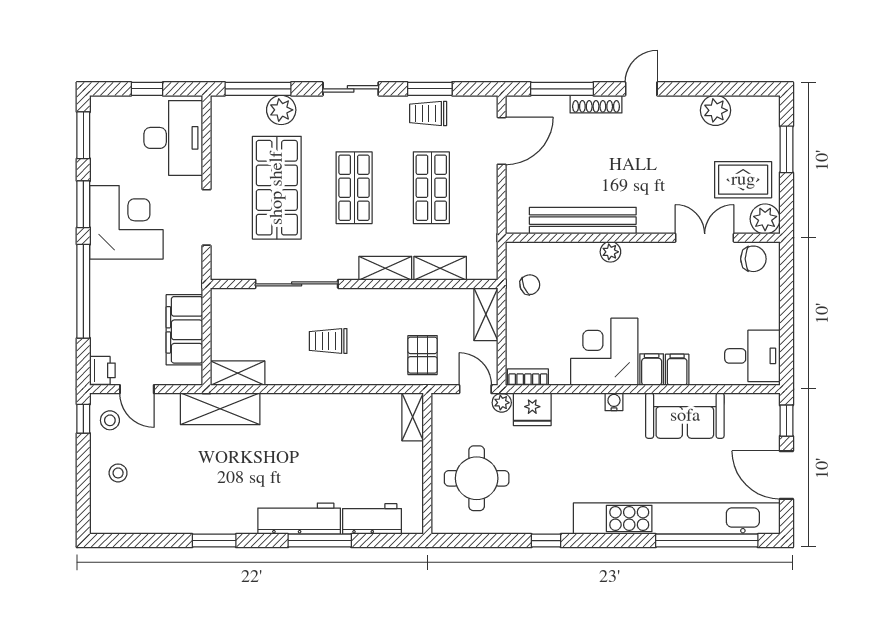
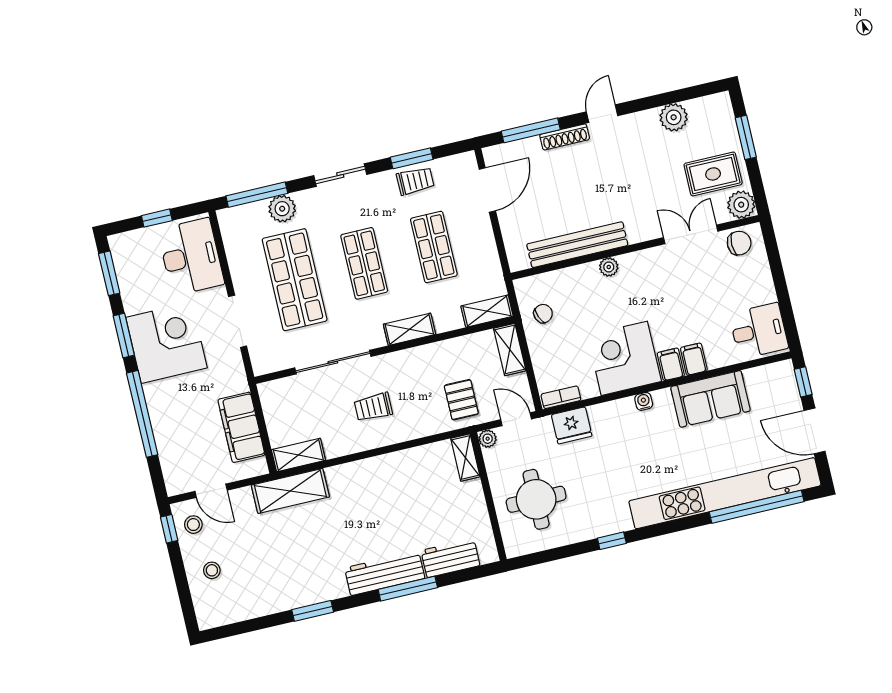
trolley: (428, 113) -> (415, 181), turned 180
shelving: (440, 268) -> (487, 311), moved
printer: (102, 370) -> (176, 481), removed
plant: (502, 403) -> (488, 439), moved

